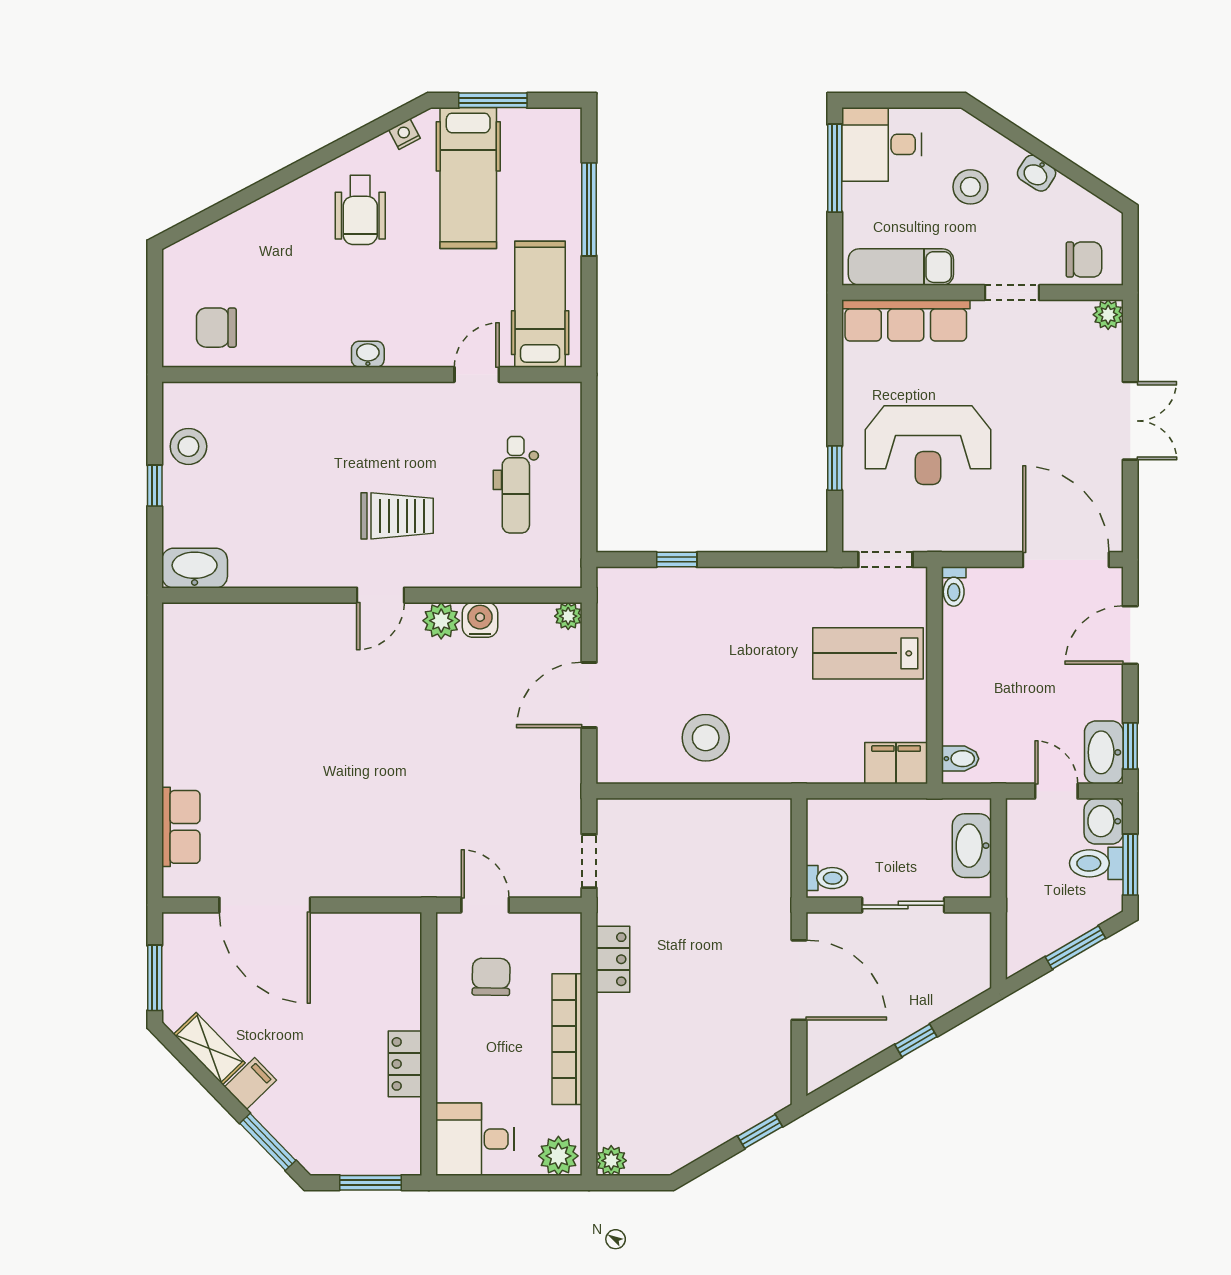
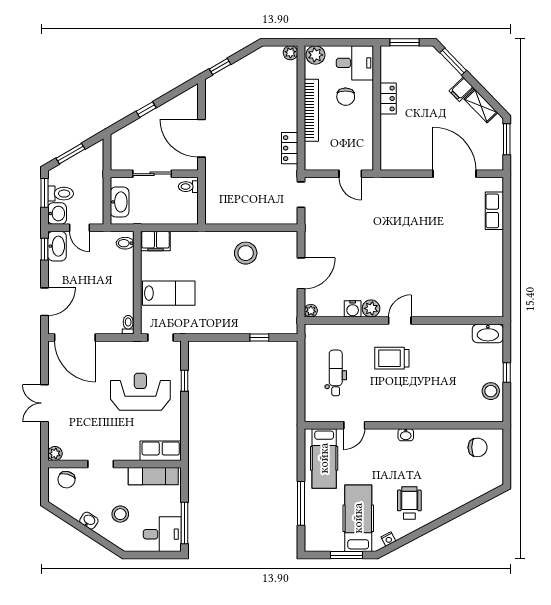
chair: (1084, 260) -> (66, 480), turned -75
row of seats: (906, 320) -> (161, 451), width x0.68
chair: (491, 977) -> (346, 97), moved

